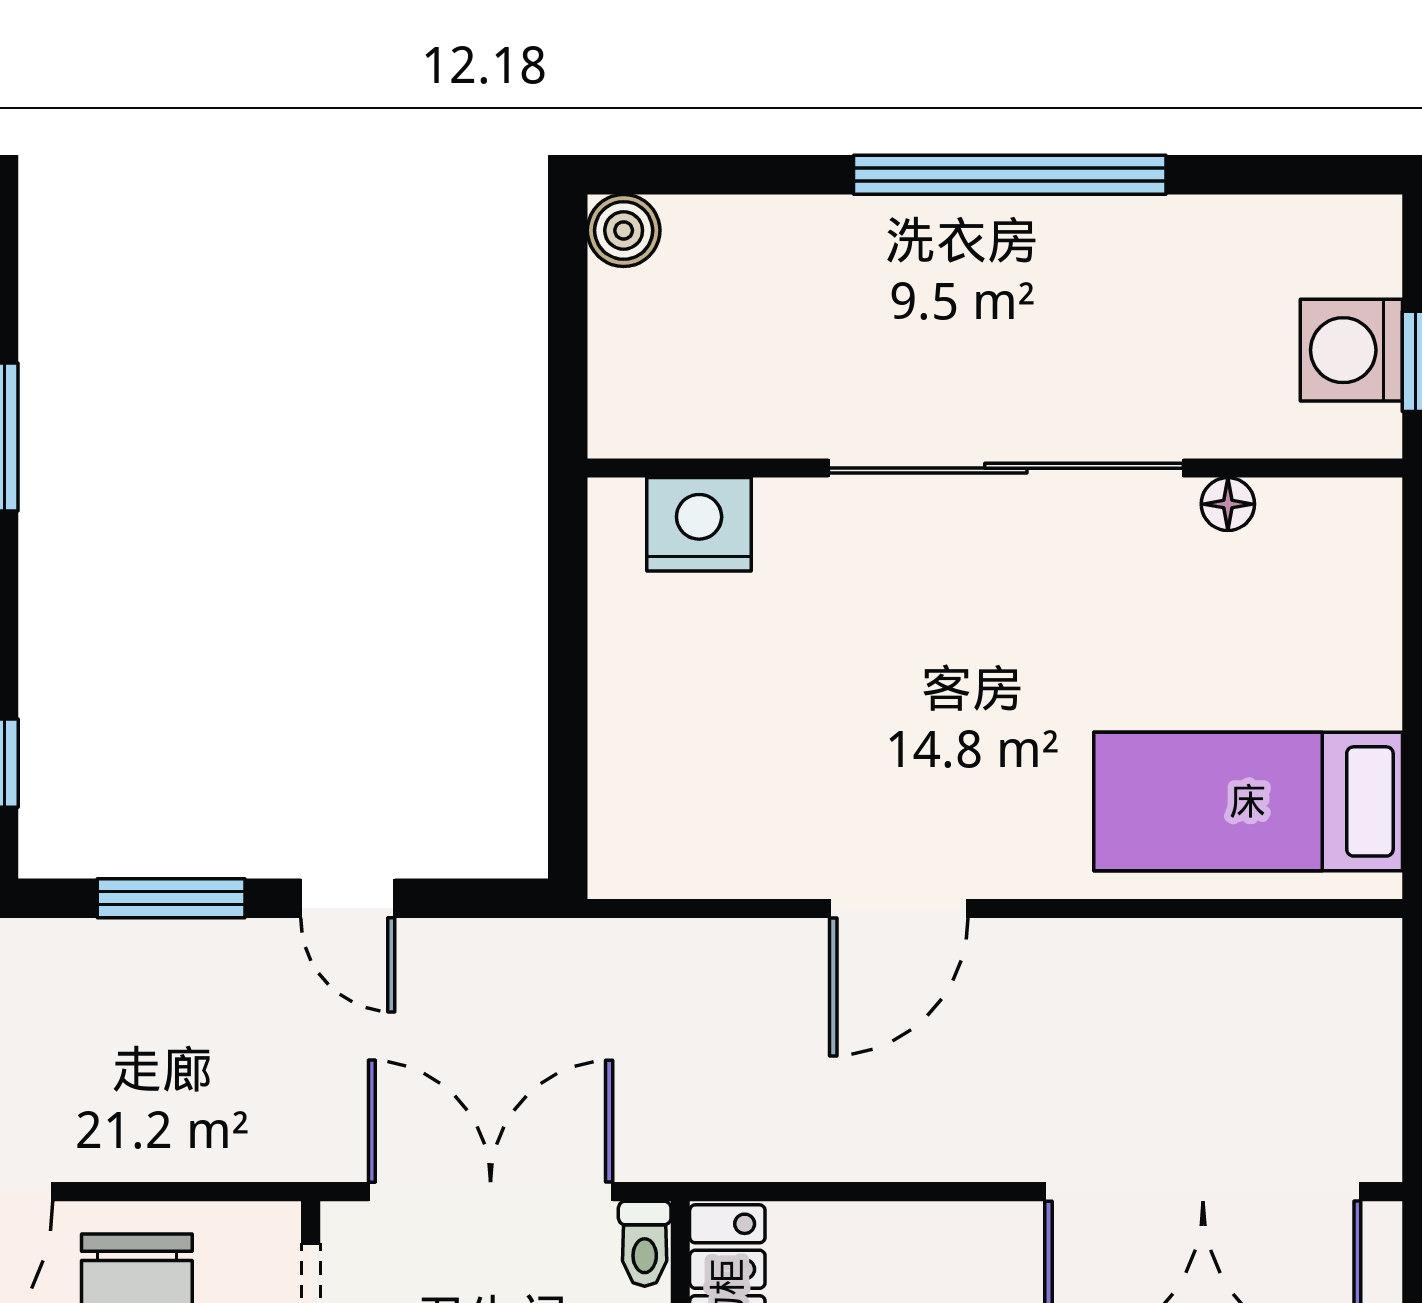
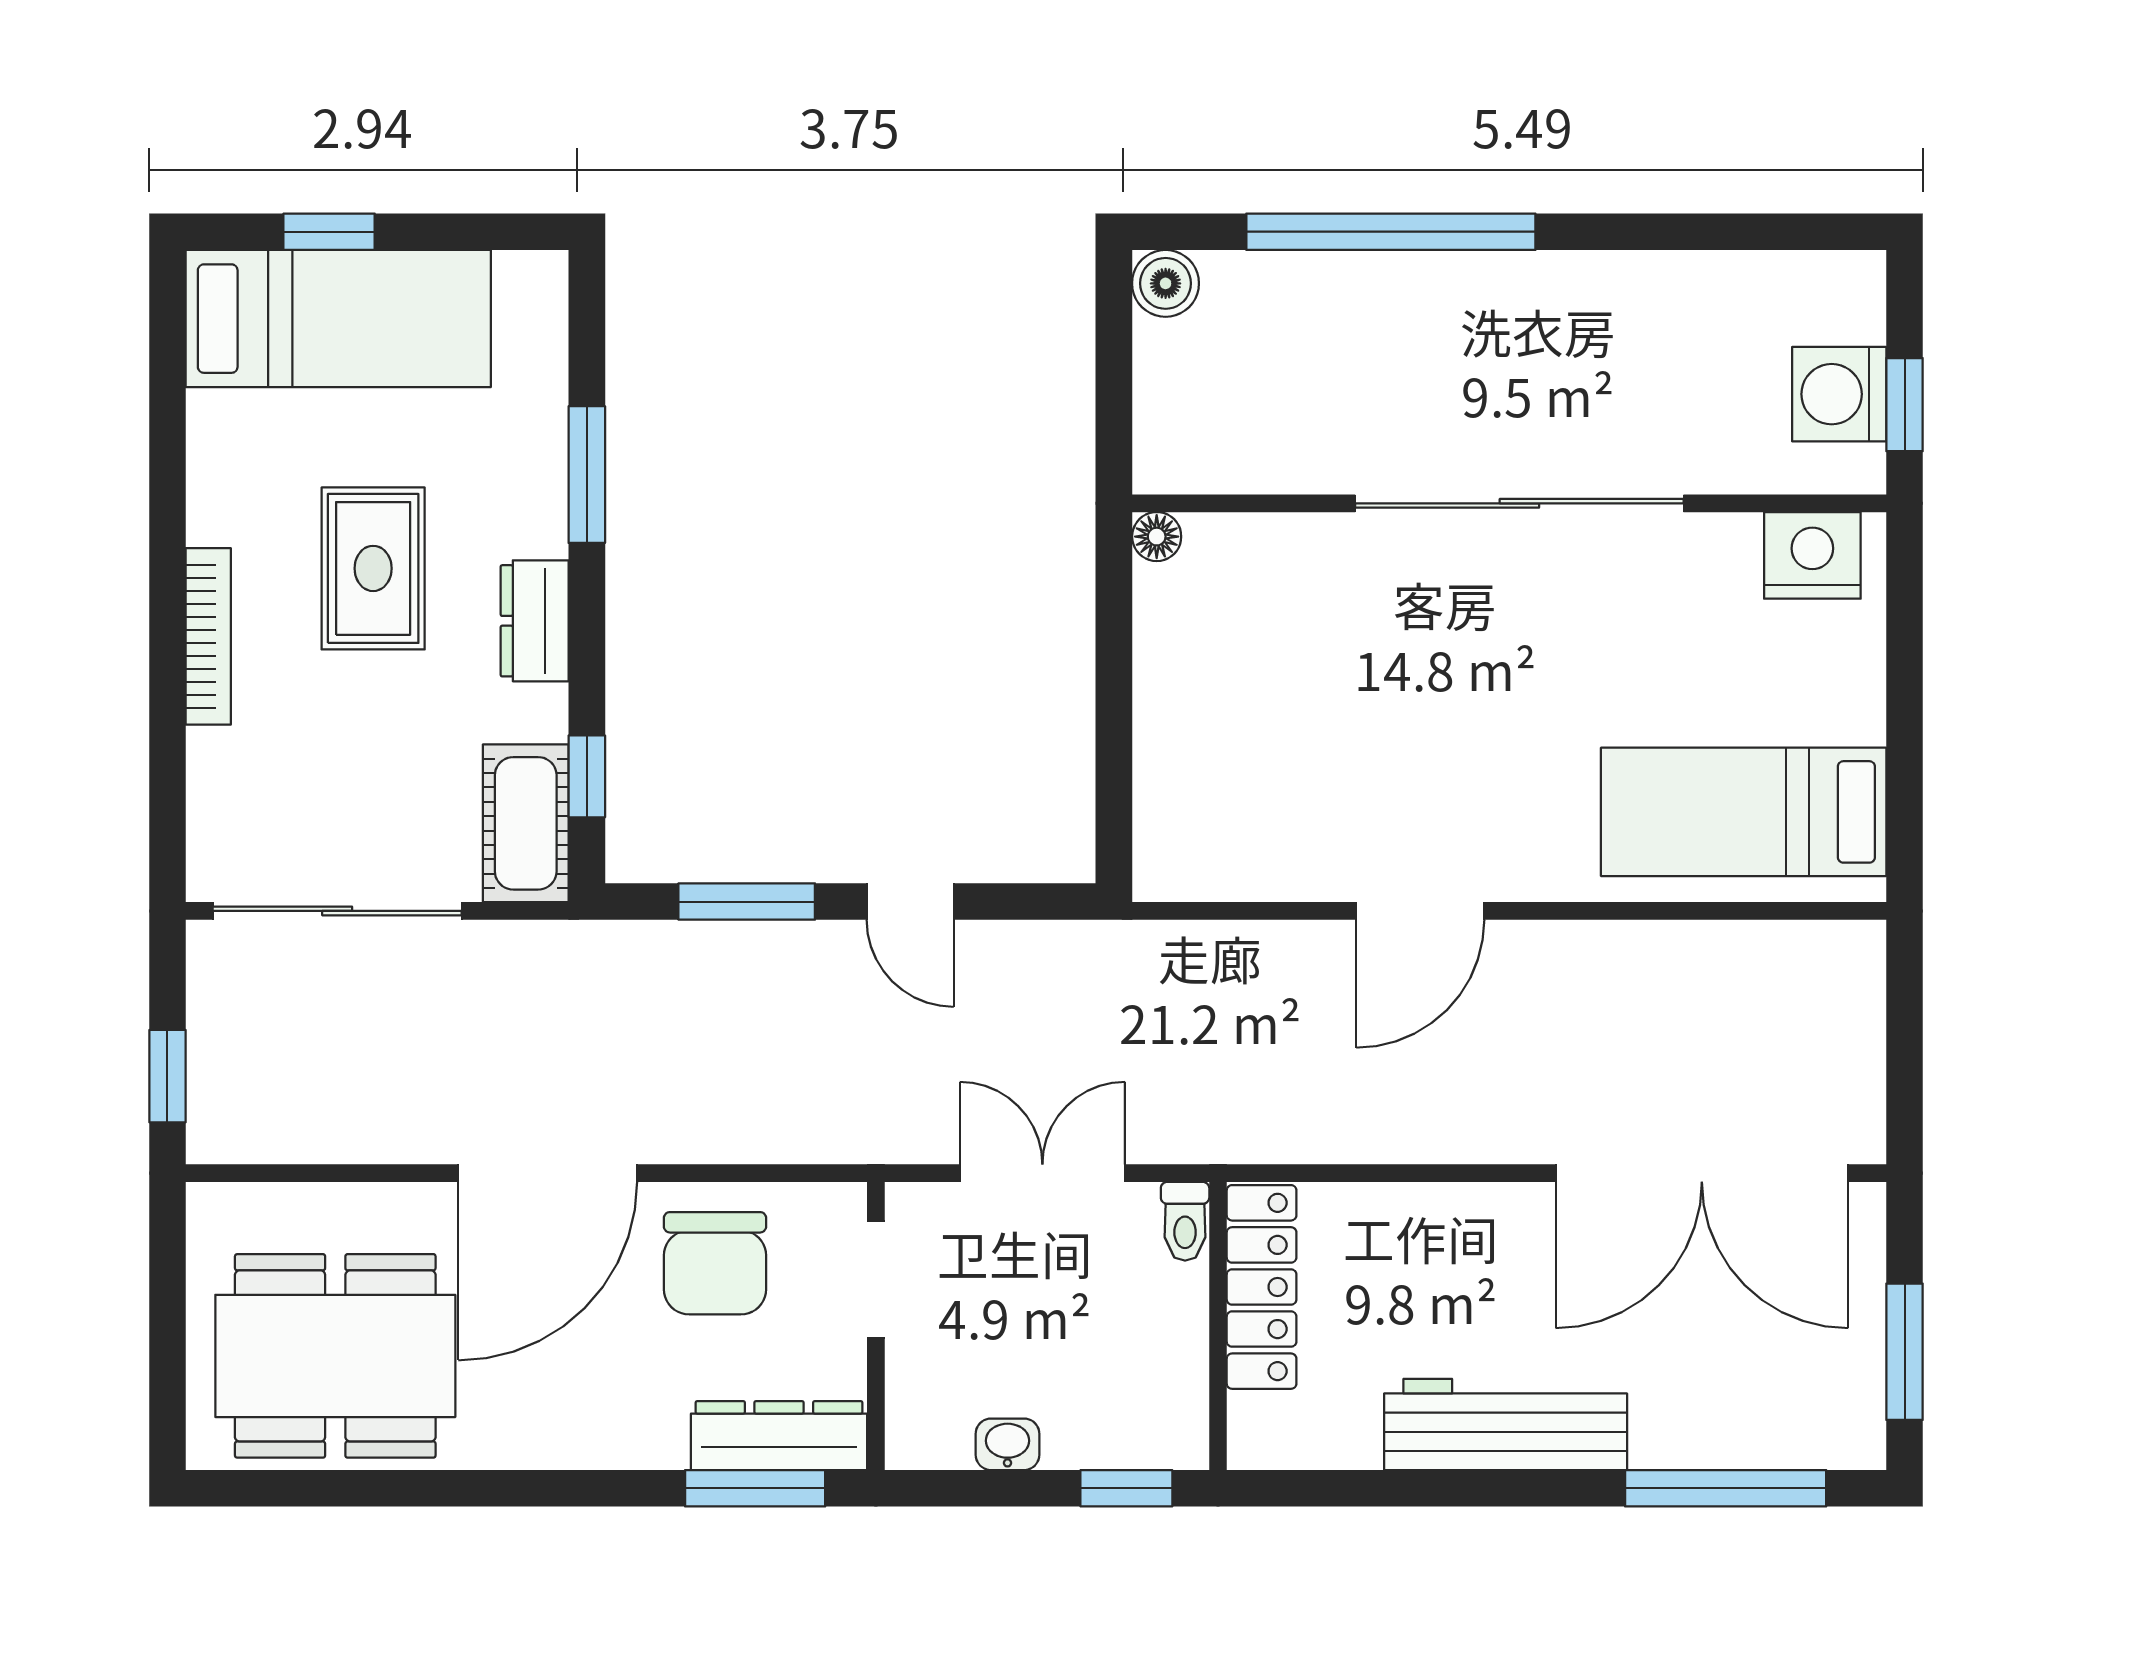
window: (1010, 175) -> (1391, 232), moved
floor lamp: (1228, 504) -> (1157, 537), moved
nightstand: (699, 524) -> (1812, 555), moved
double door: (491, 1192) -> (1042, 1173), width x0.73

